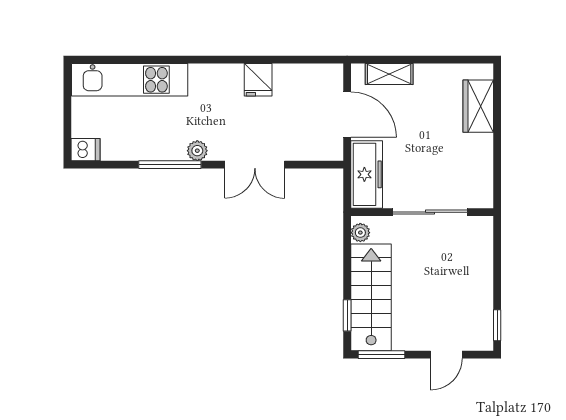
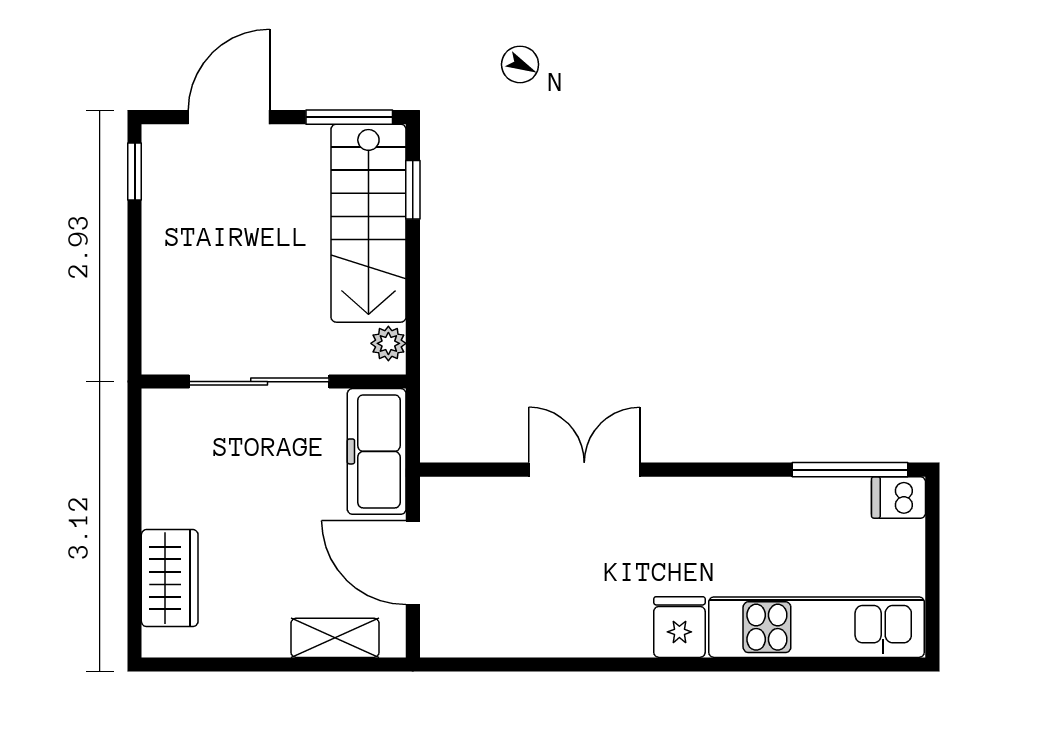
fridge: (258, 80) -> (679, 627), moved
plant: (197, 151) -> (691, 495), removed
window: (170, 165) -> (850, 470), moved
door: (446, 355) -> (229, 117), width x1.38

